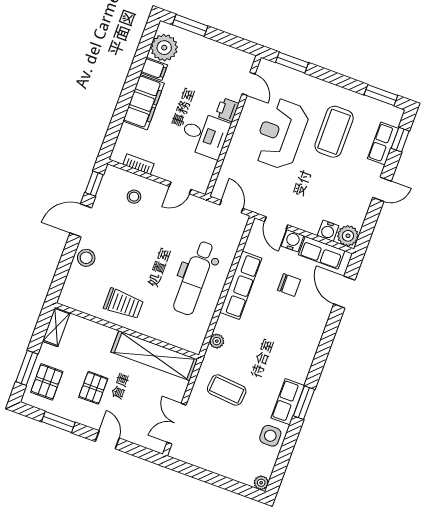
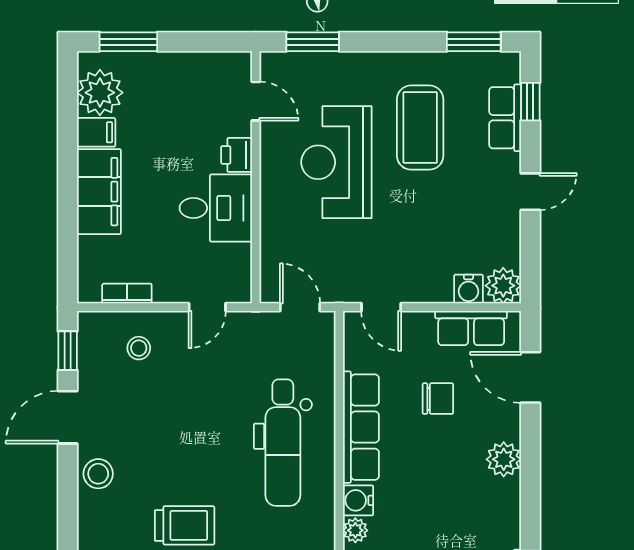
water cooler: (292, 241) -> (358, 500), moved, turned -90
plant: (313, 332) -> (504, 459), added

